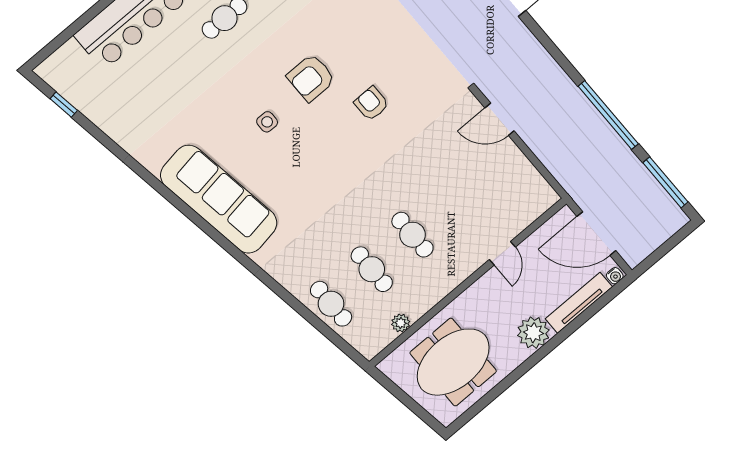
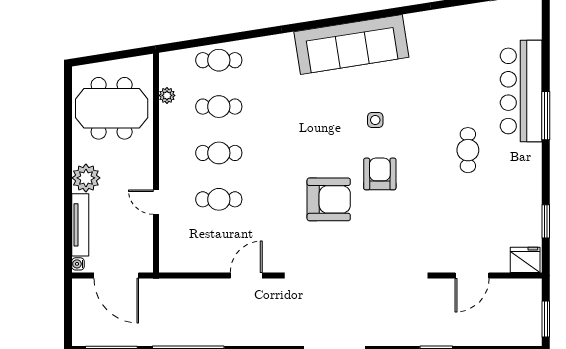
armchair: (371, 104) -> (329, 199), width x1.88, depth x1.88
cafe table: (453, 200) -> (219, 199), added
door: (596, 234) -> (116, 275), swing flipped
meeting table: (453, 362) -> (112, 108), turned 90

